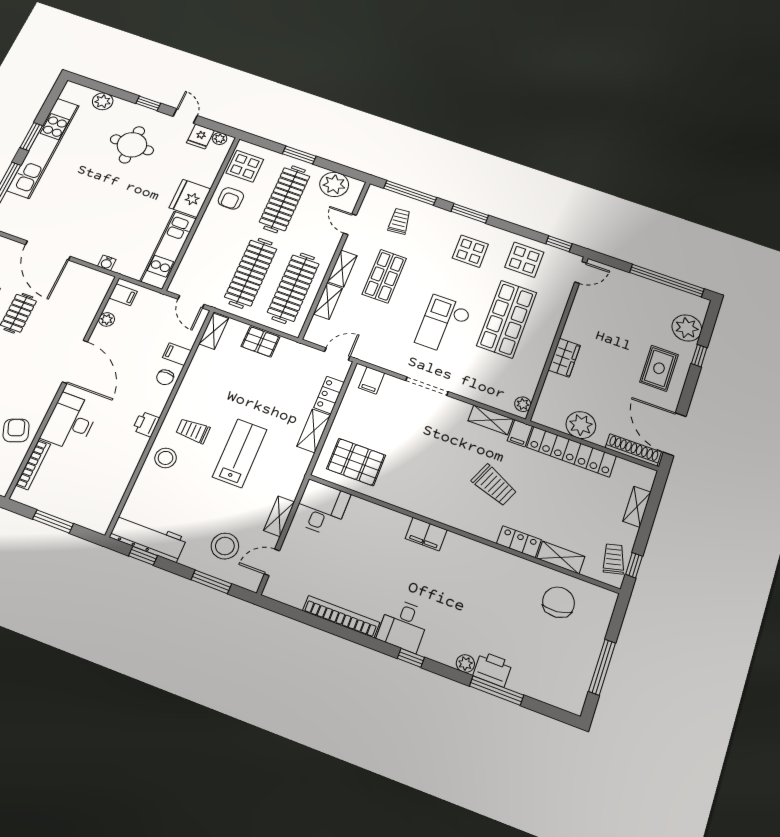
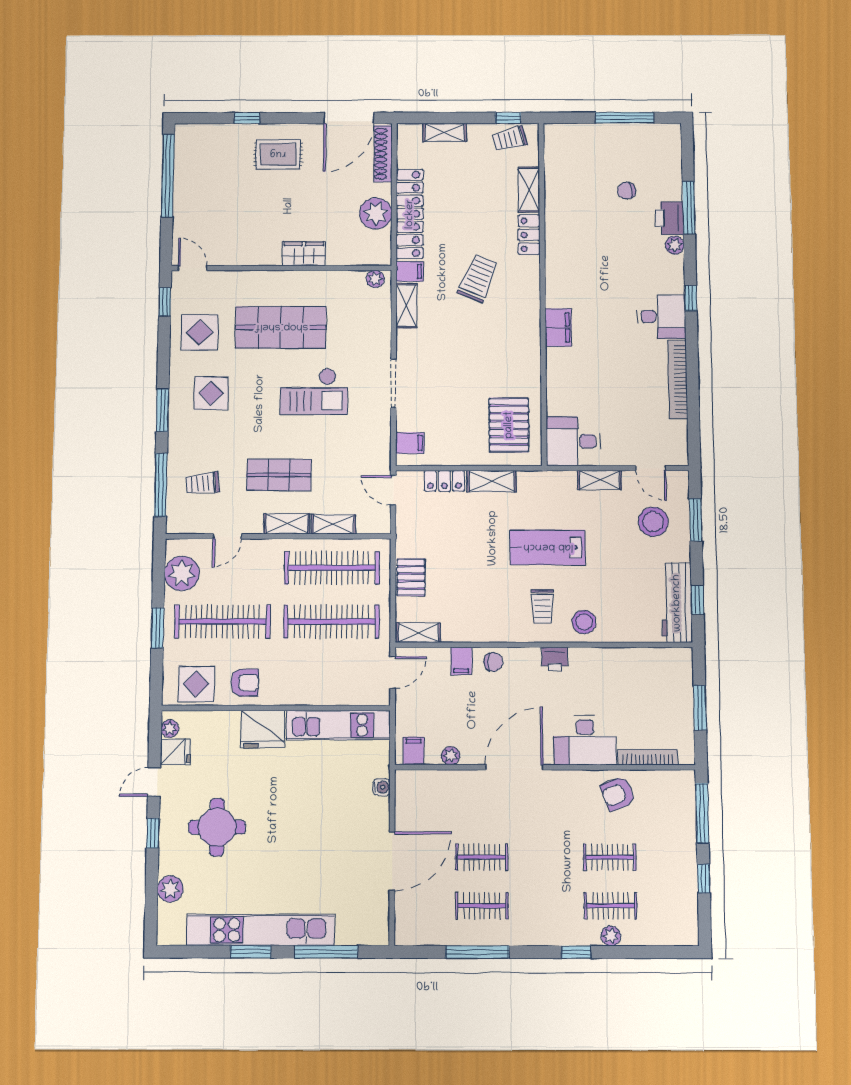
plant: (687, 328) -> (218, 139), removed
chair: (559, 602) -> (626, 191), moved, width x0.54, depth x0.54

